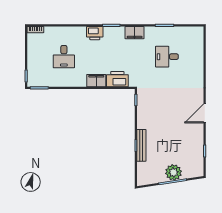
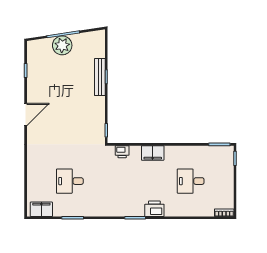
filing cabinet: (135, 33) -> (41, 209), moved
desk: (64, 57) -> (191, 181), turned -90
desk: (167, 57) -> (70, 181), turned 180
printer: (117, 79) -> (122, 152), width x0.53, depth x0.68

